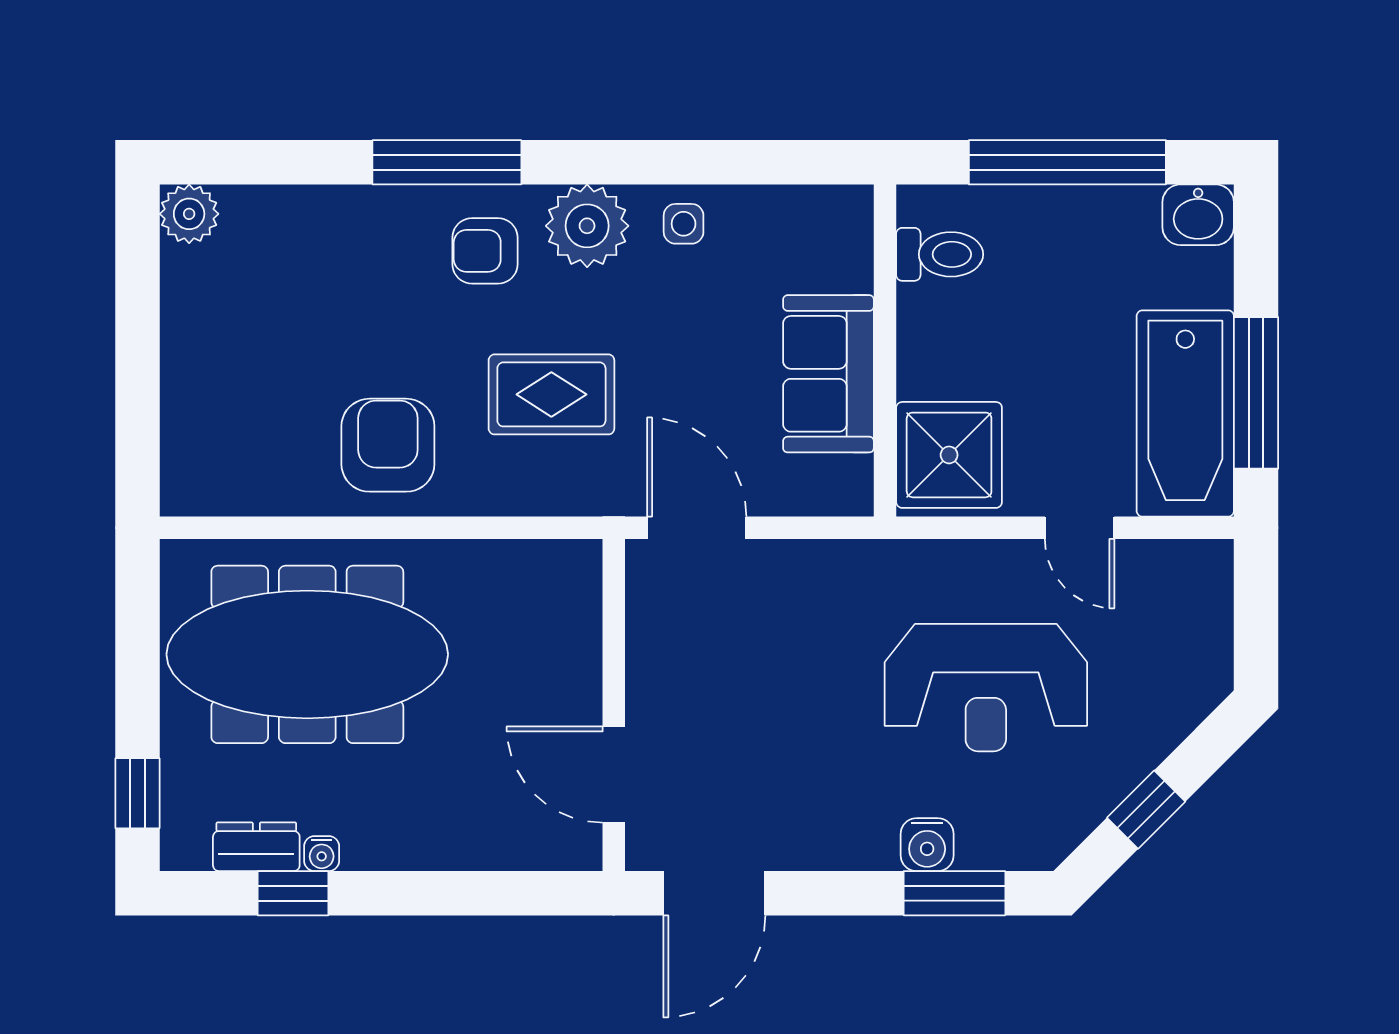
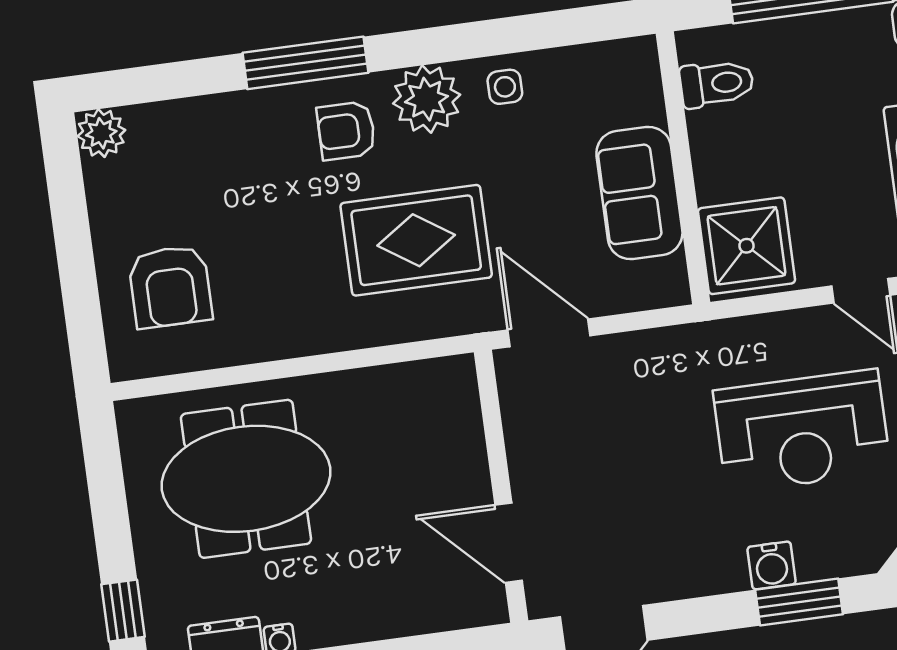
rug: (551, 394) -> (416, 240), width x1.36, depth x1.43
armchair: (388, 445) -> (170, 287), moved, turned 180
meeting table: (307, 654) -> (246, 479), width x0.73

